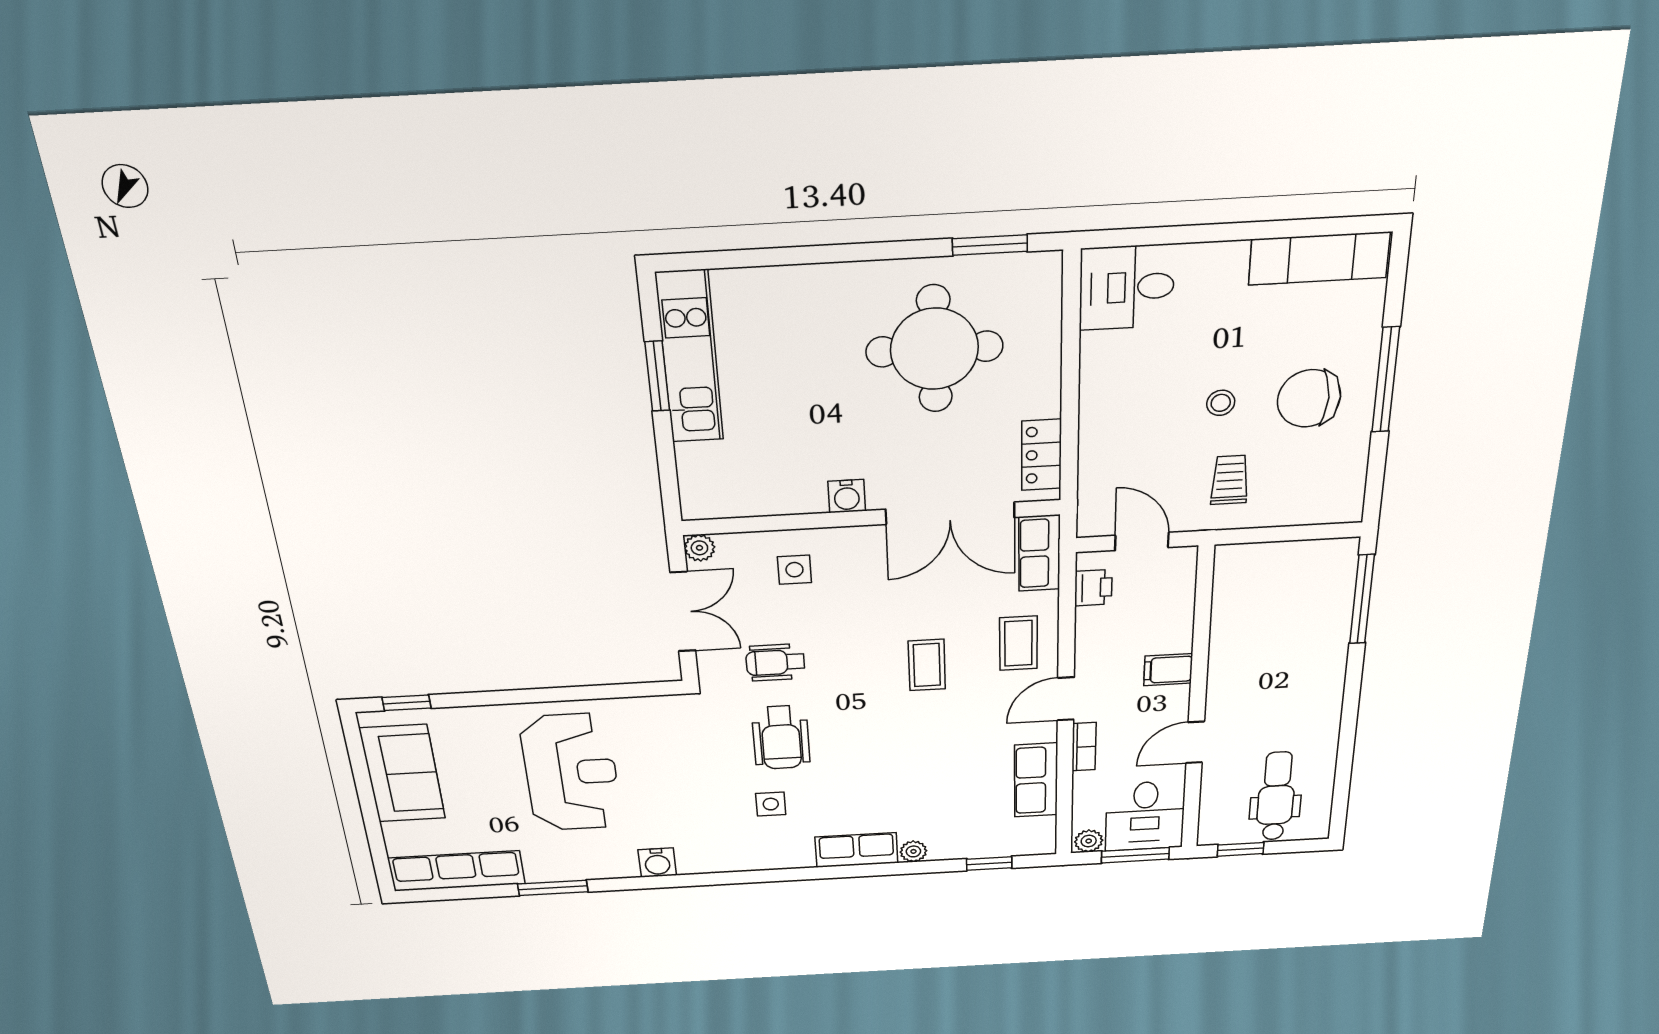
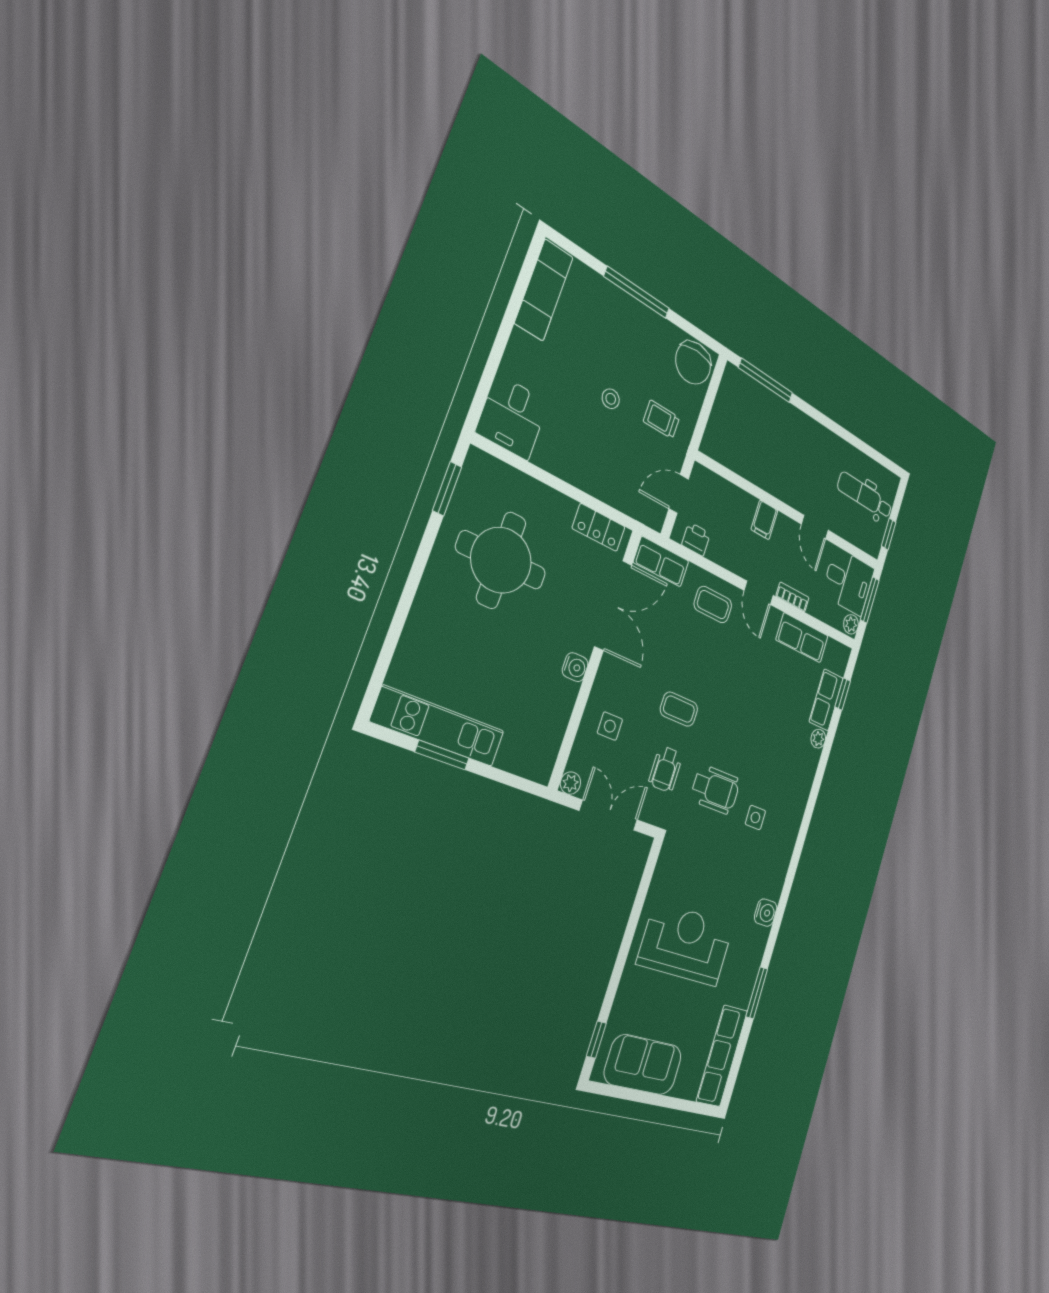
chair: (1309, 398) -> (693, 363), moved
coffee table: (927, 665) -> (679, 709), moved
row of seats: (856, 850) -> (826, 700), moved

